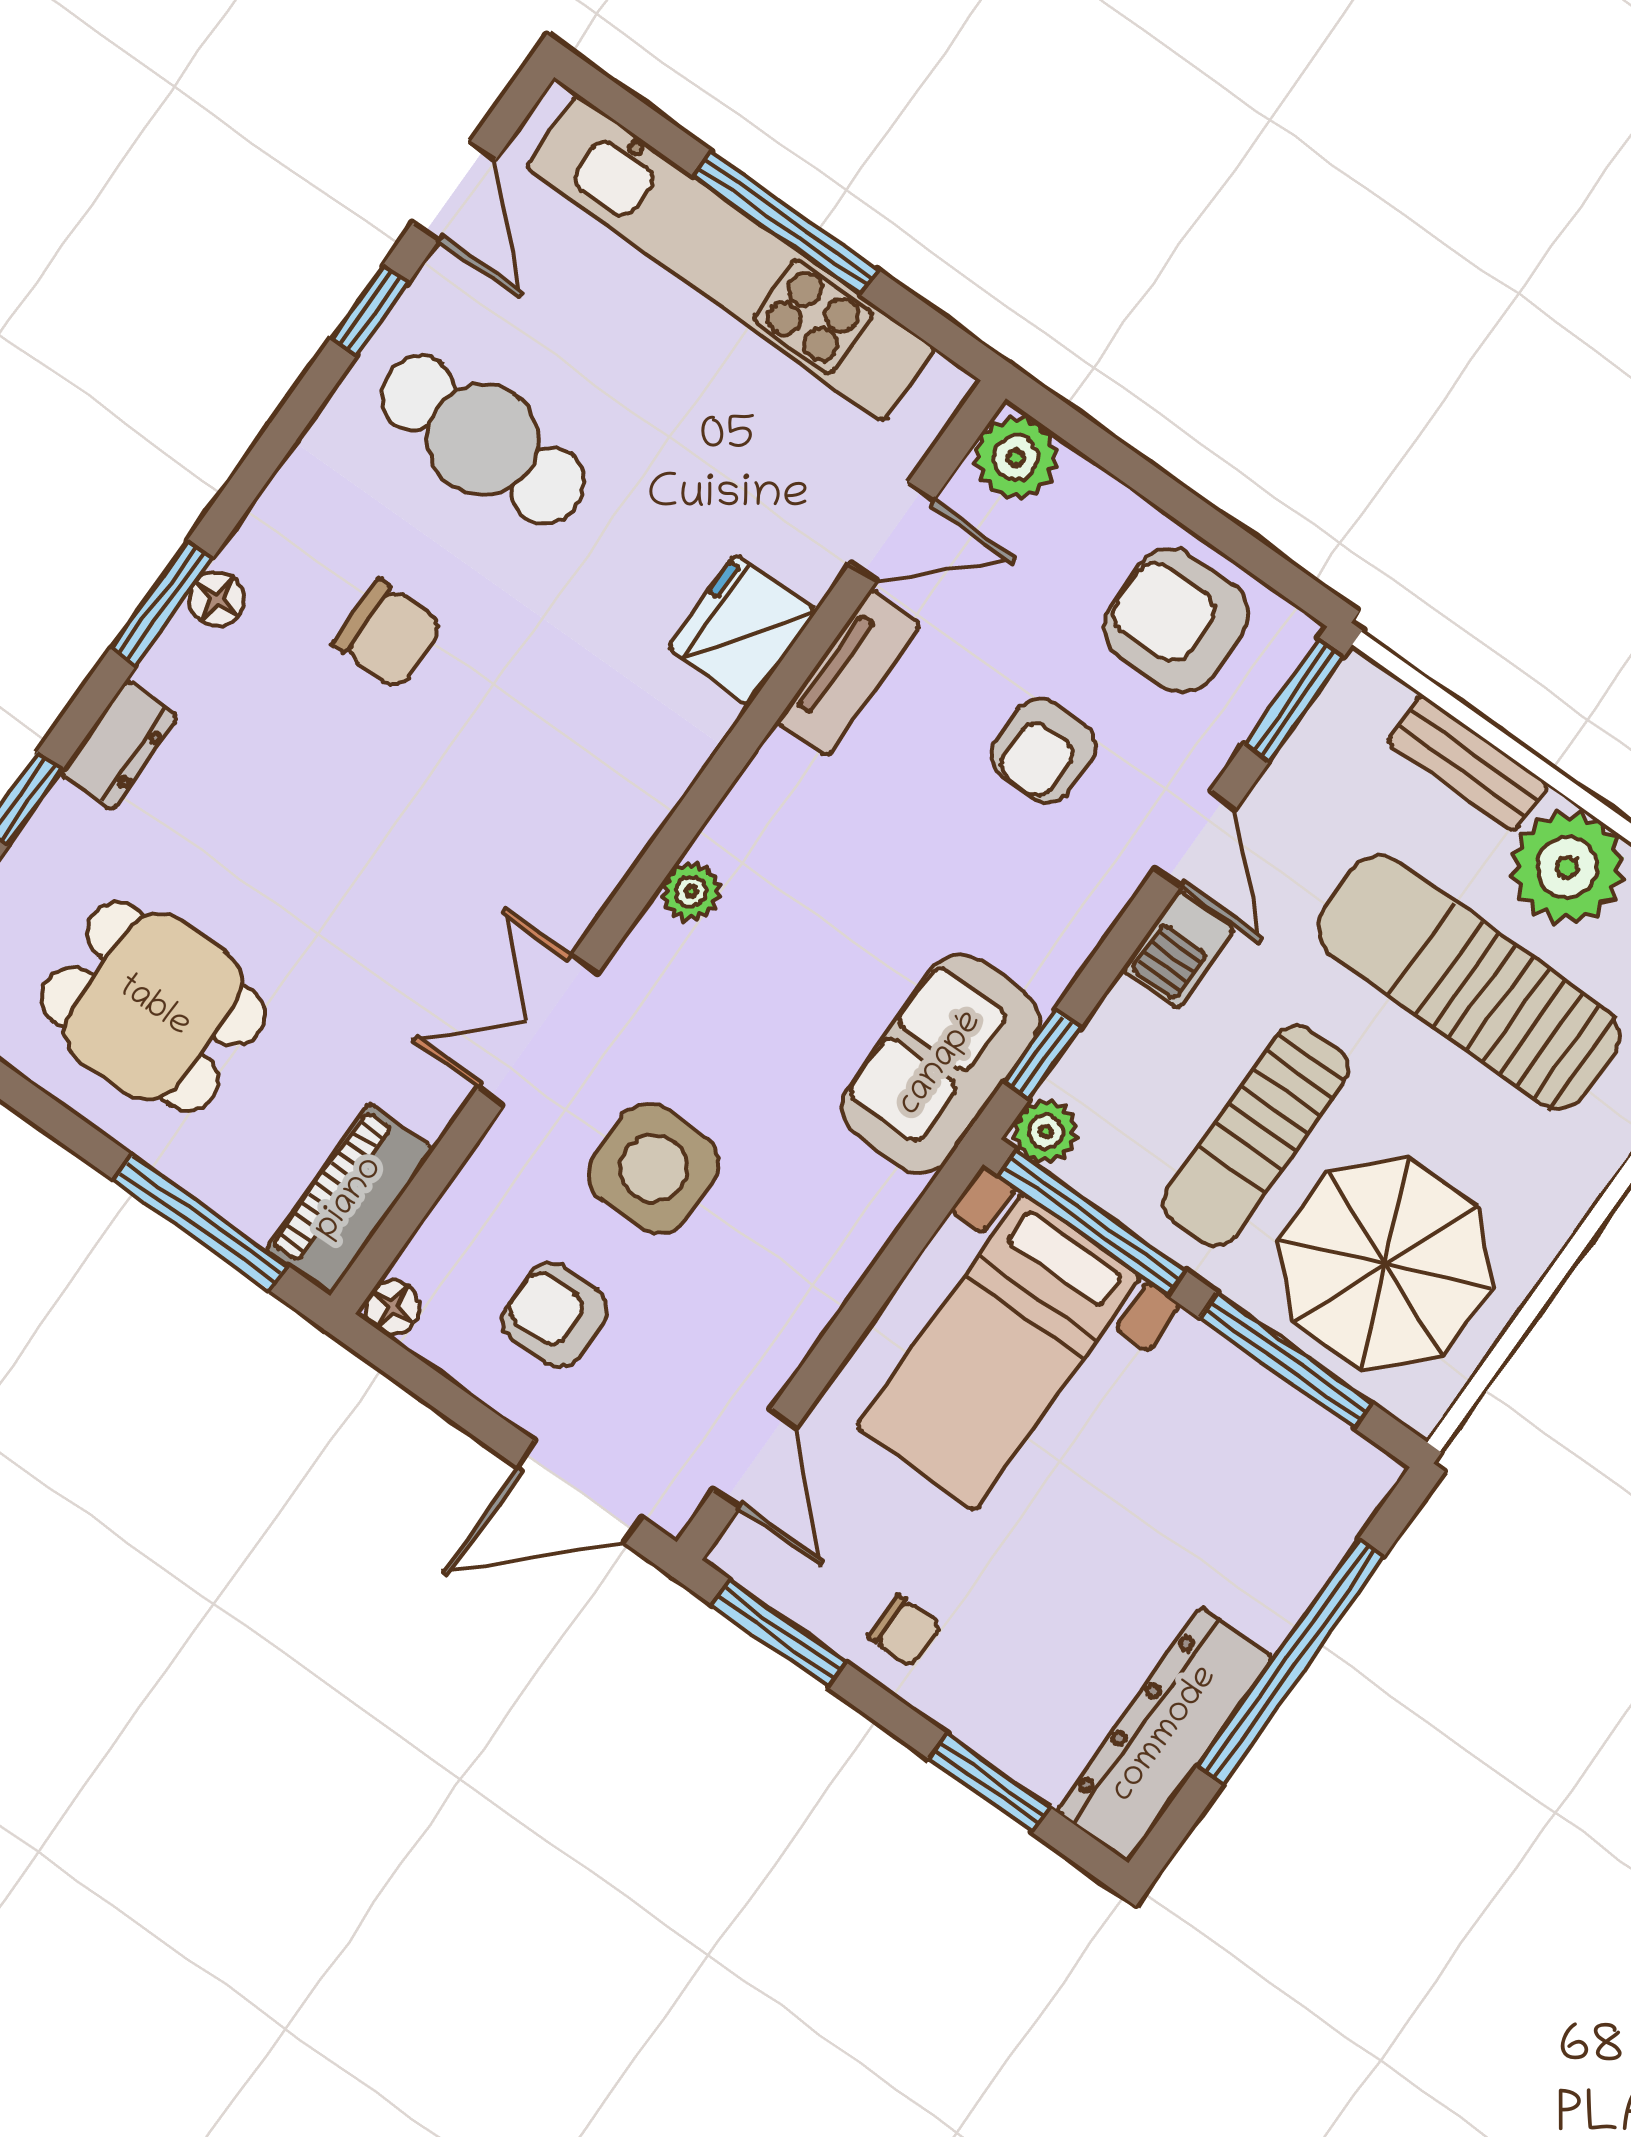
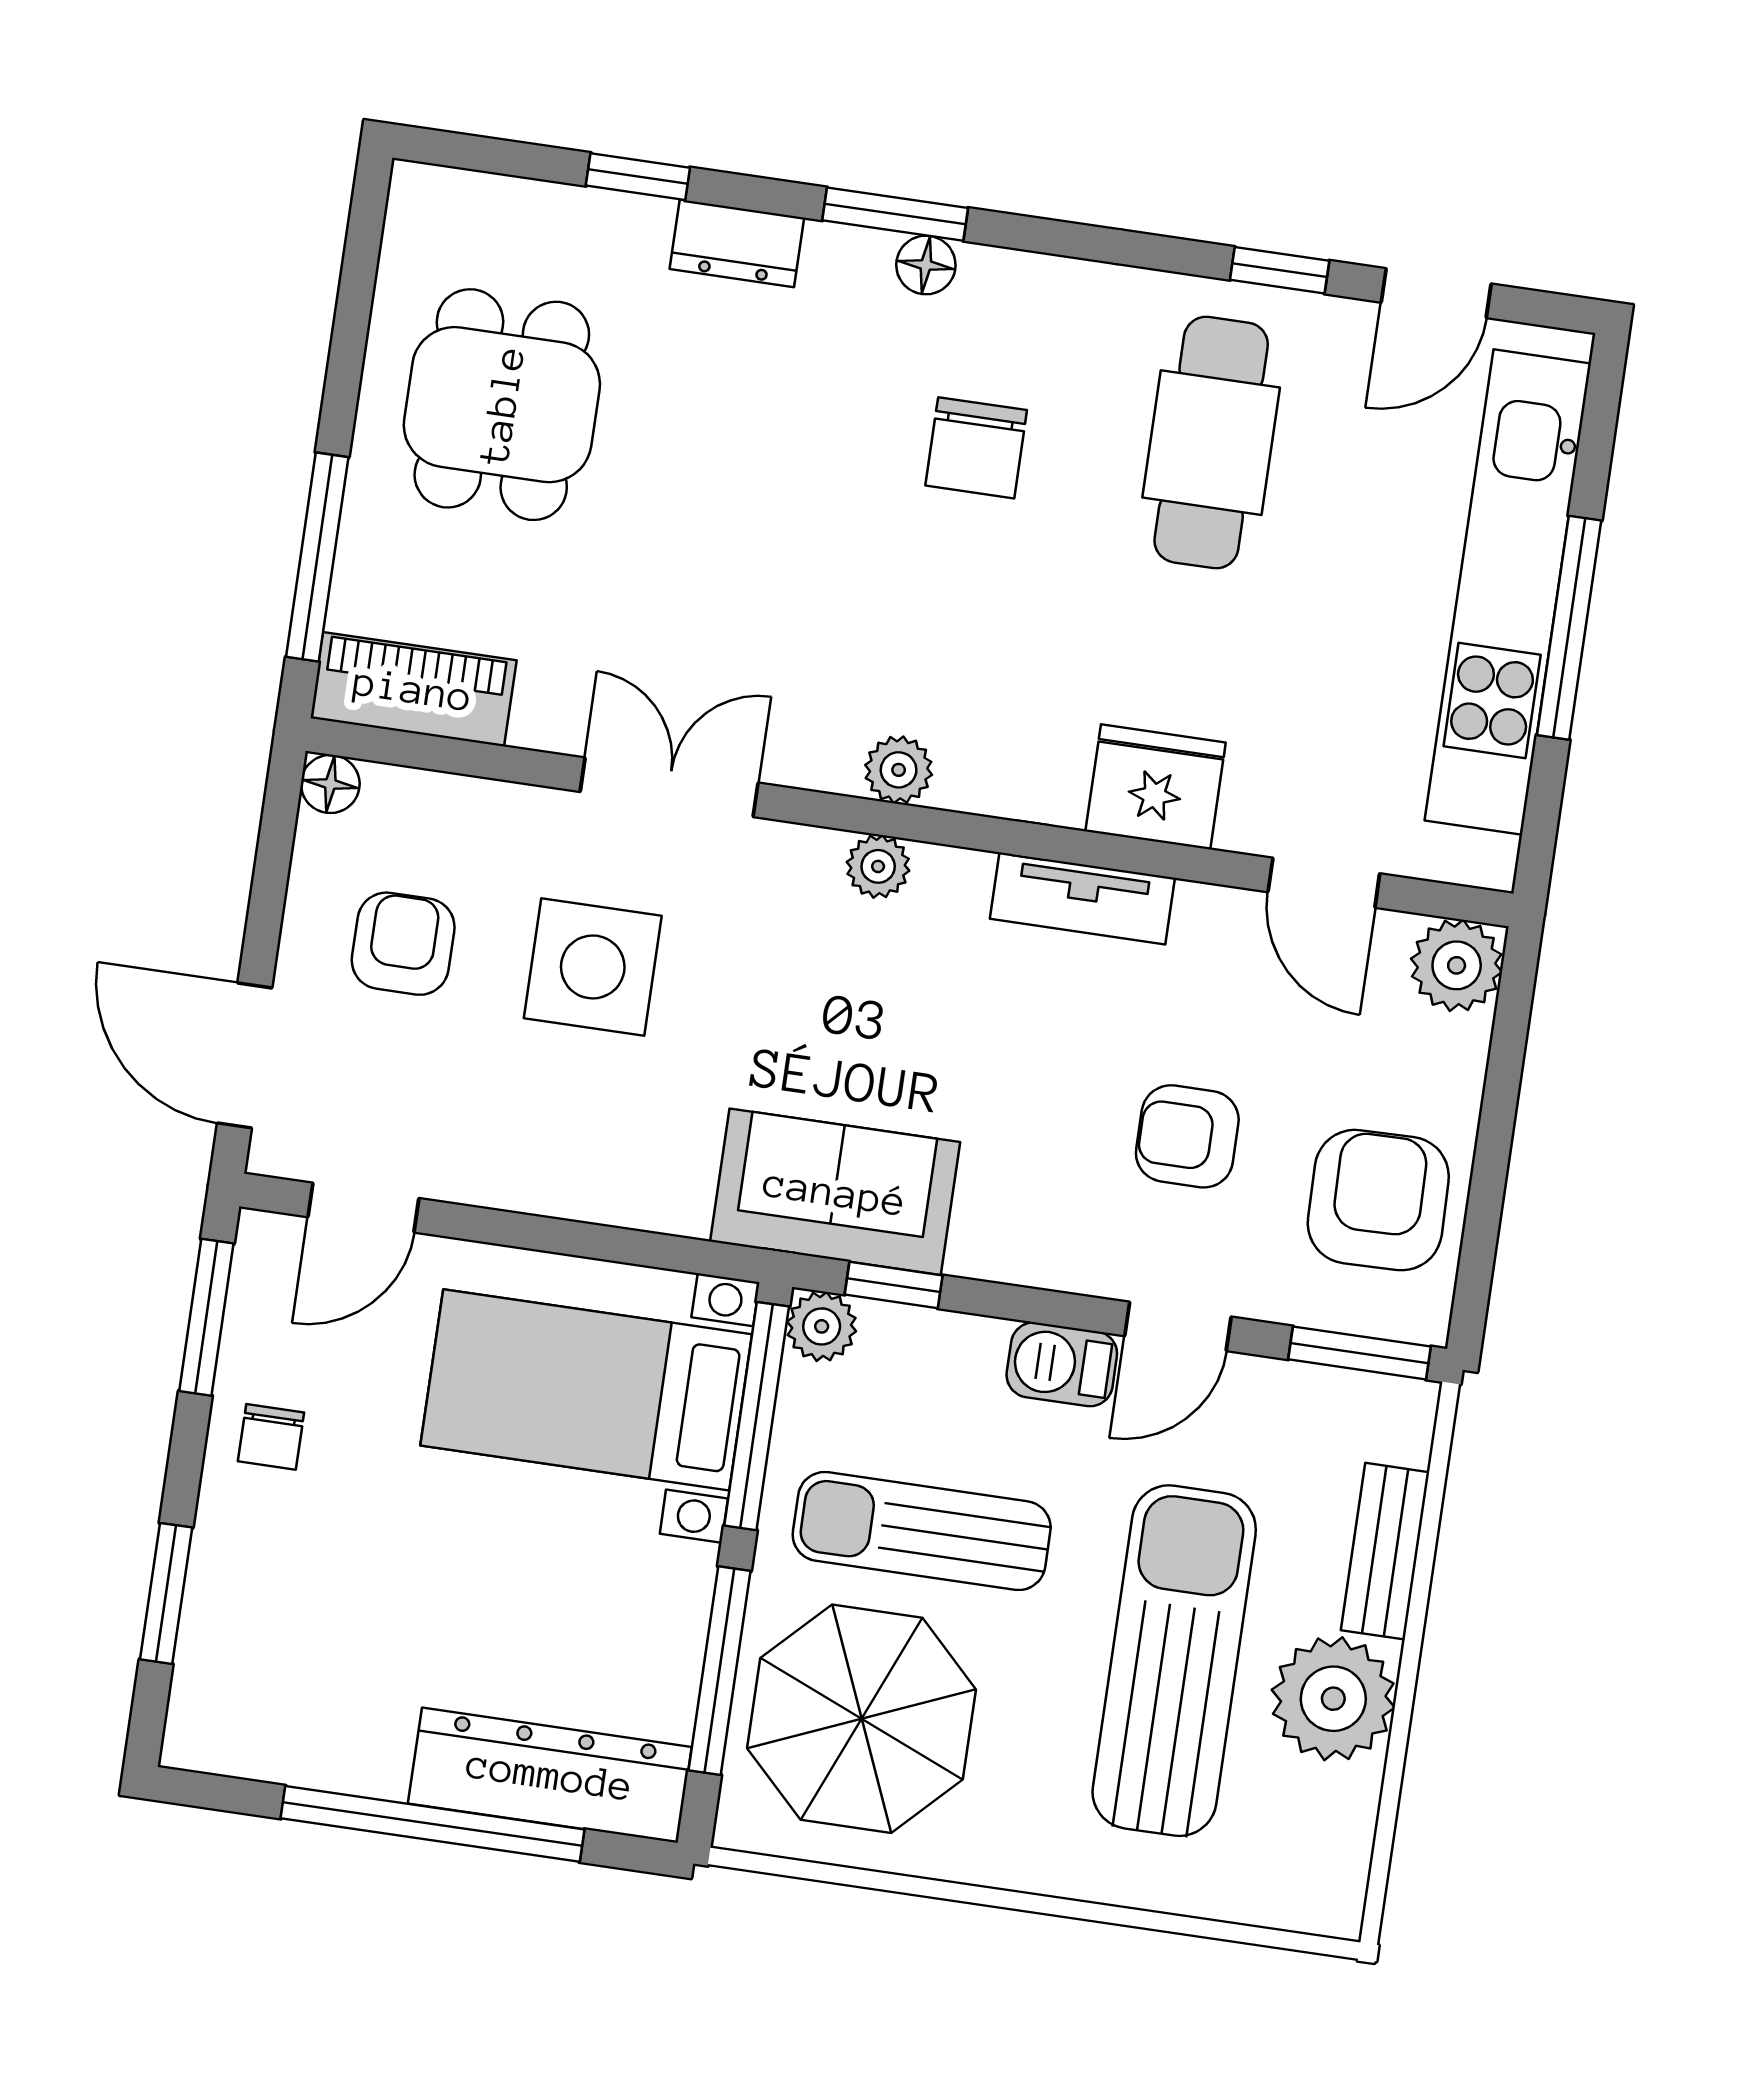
tv unit: (848, 673) -> (1082, 898), moved
plant: (620, 834) -> (899, 770), added
dresser: (1165, 1735) -> (550, 1775), moved

